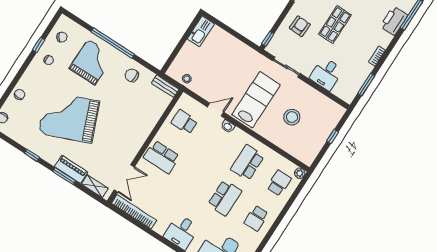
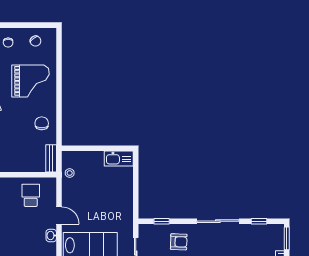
window: (268, 39) -> (162, 221), moved
window: (113, 43) -> (59, 89), removed
window: (39, 45) -> (16, 25), removed

